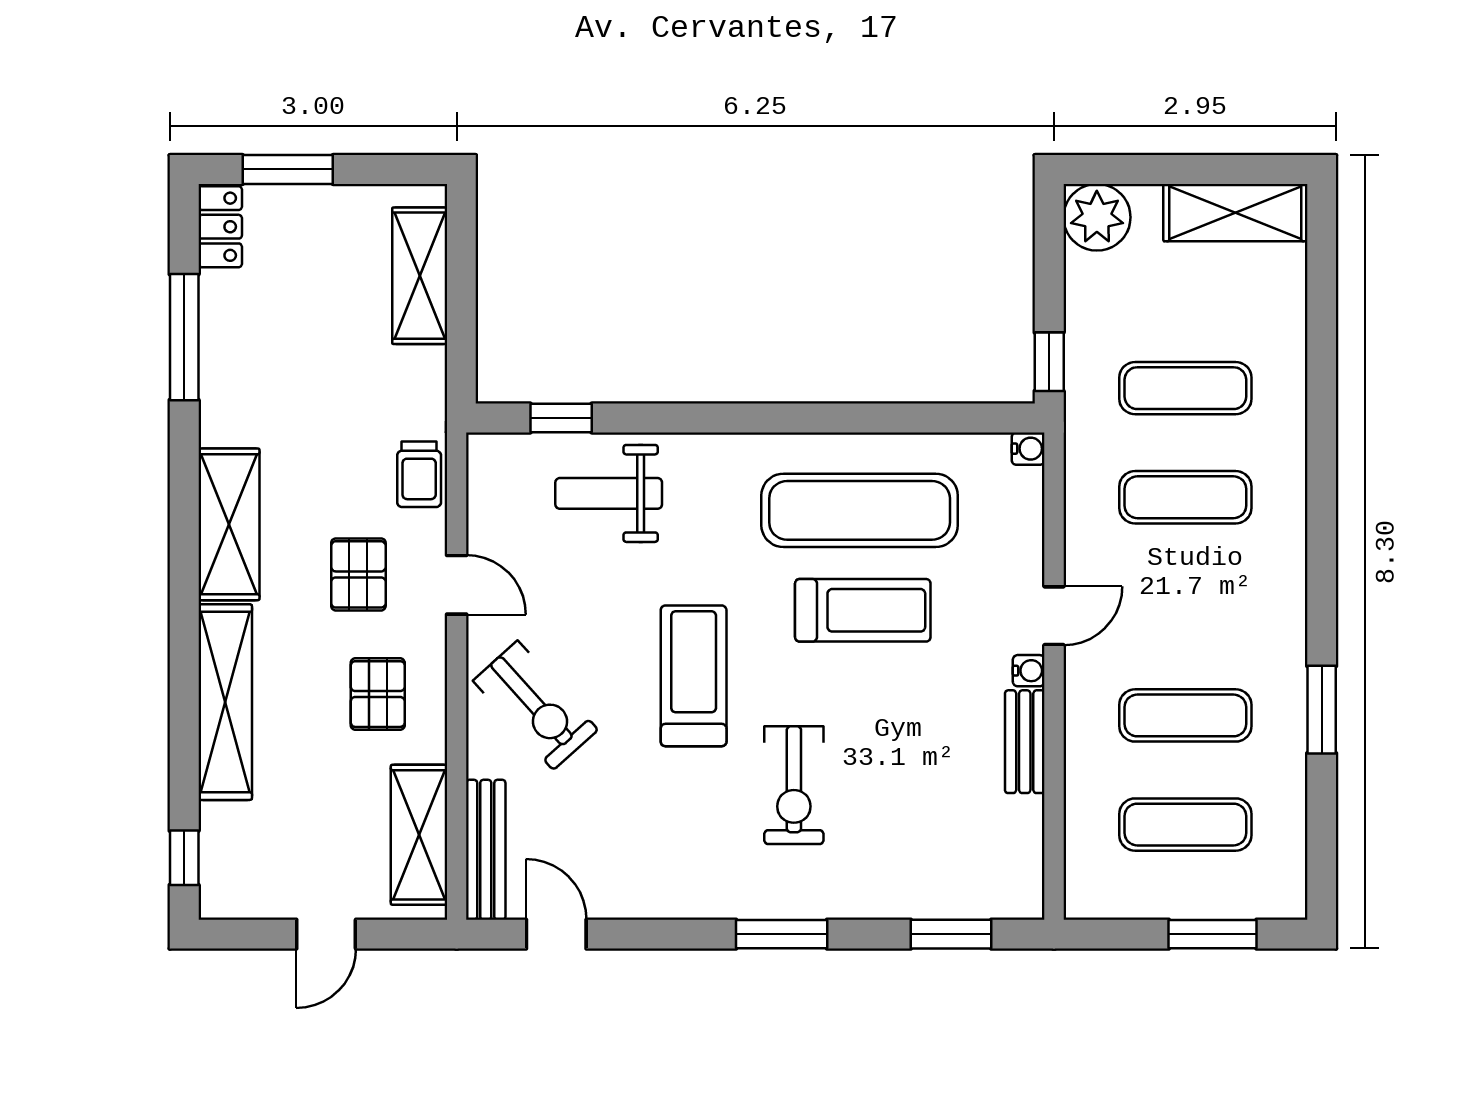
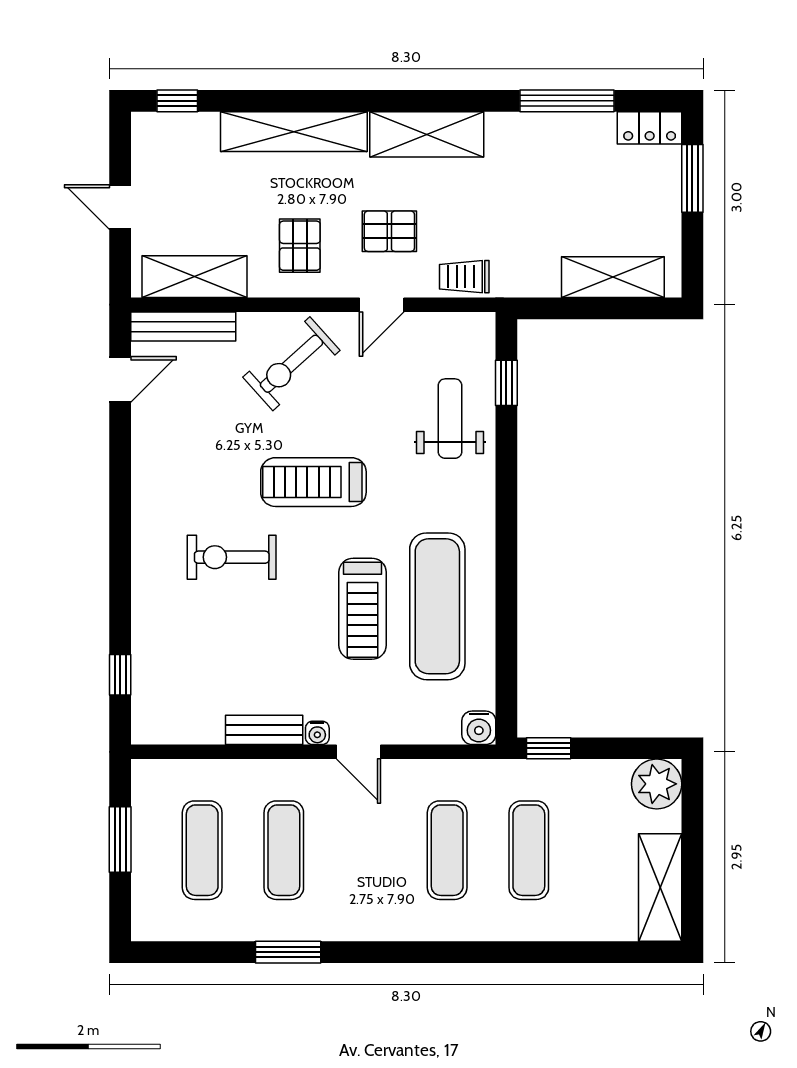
water cooler: (1028, 449) -> (479, 728), width x1.38, depth x1.38
treadmill: (694, 676) -> (313, 482), turned 180
pallet: (378, 694) -> (300, 246), turned 90
window: (782, 934) -> (120, 548), removed
window: (951, 934) -> (120, 675), width x0.67
window: (1213, 934) -> (120, 839), moved

